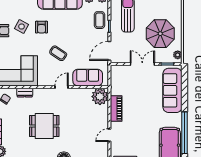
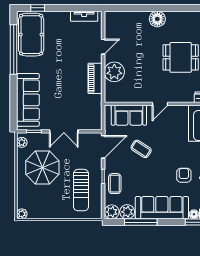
coffee table: (58, 53) -> (141, 149), moved
plant: (100, 97) -> (114, 72), moved

